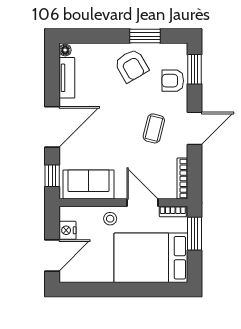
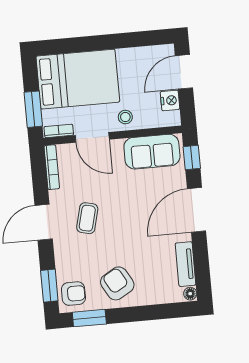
window: (145, 36) -> (89, 318), moved
armchair: (173, 81) -> (73, 294), moved

